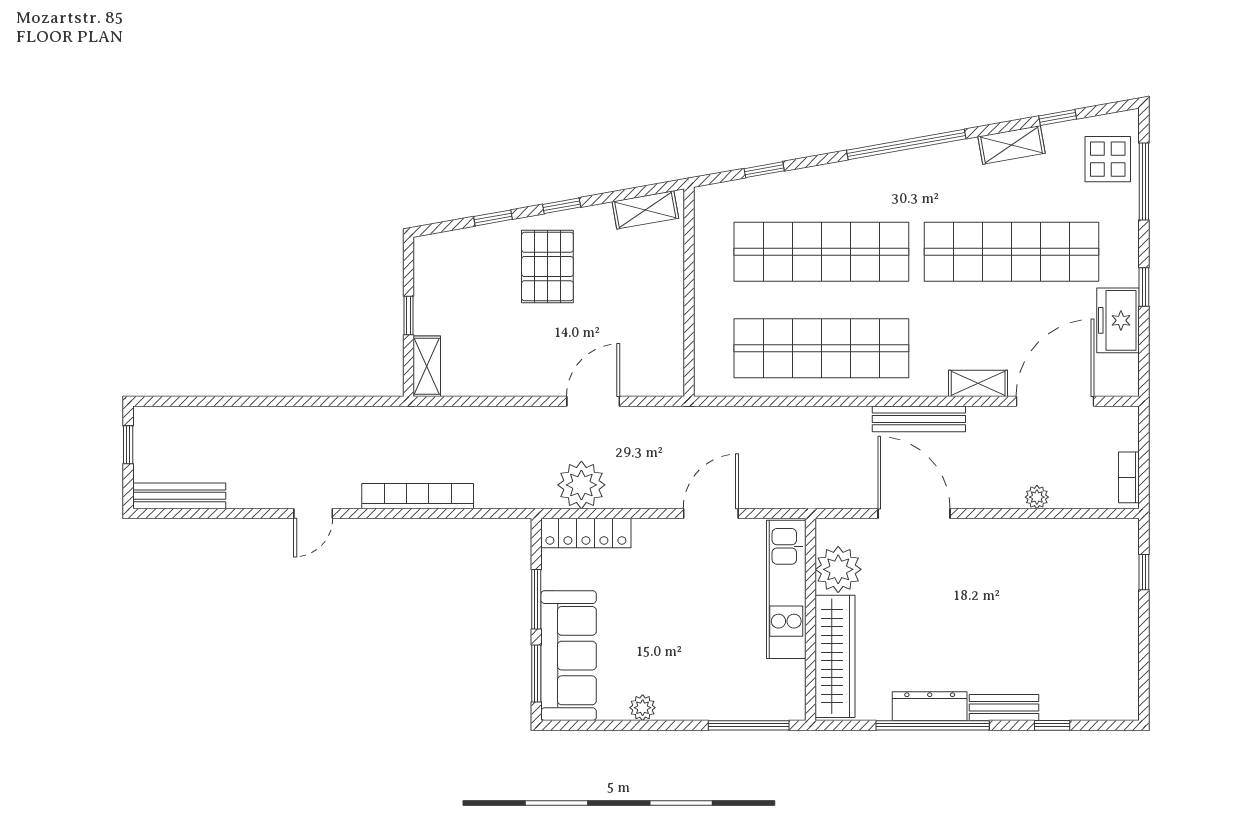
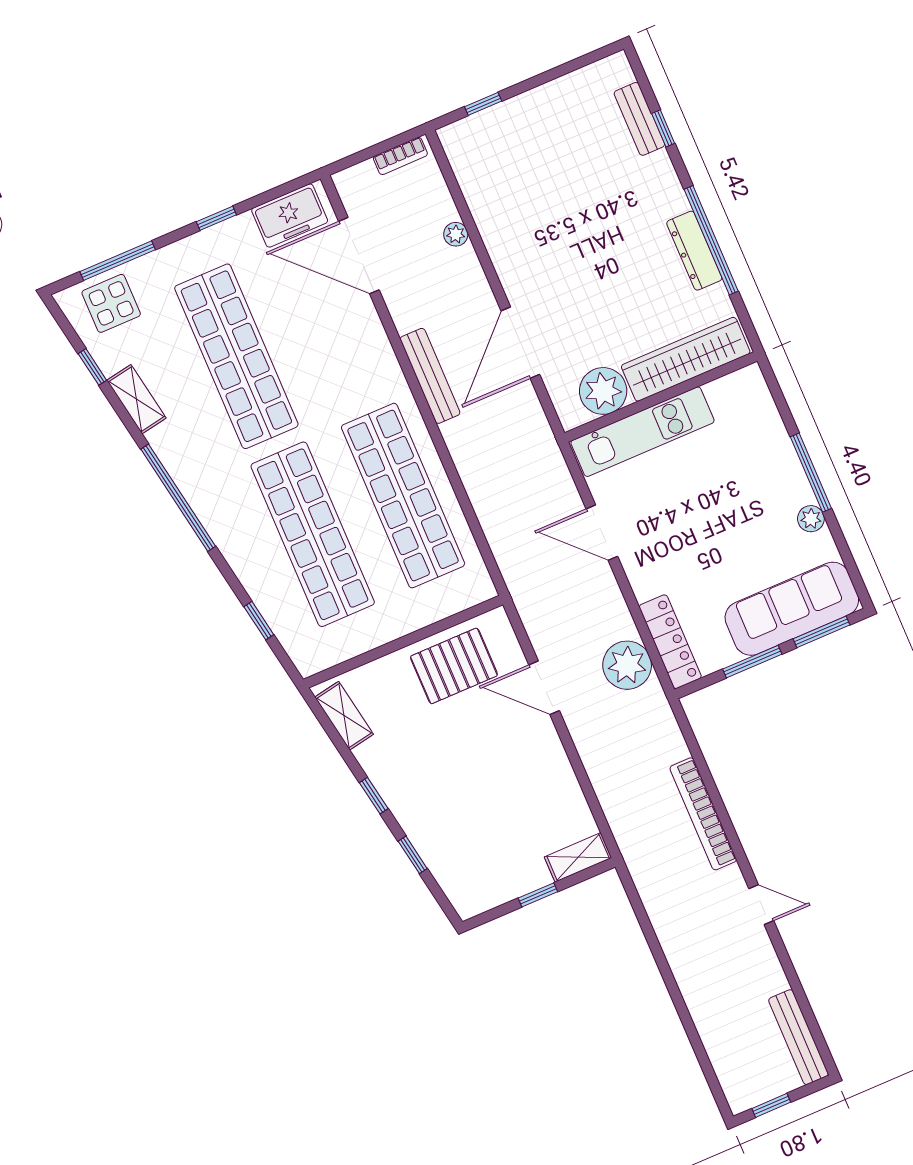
pallet: (547, 266) -> (454, 666), moved
freezer: (1118, 320) -> (290, 216), moved
shelving: (978, 383) -> (373, 335), removed
bench: (1004, 707) -> (639, 119), moved
window: (749, 725) -> (811, 473), moved

